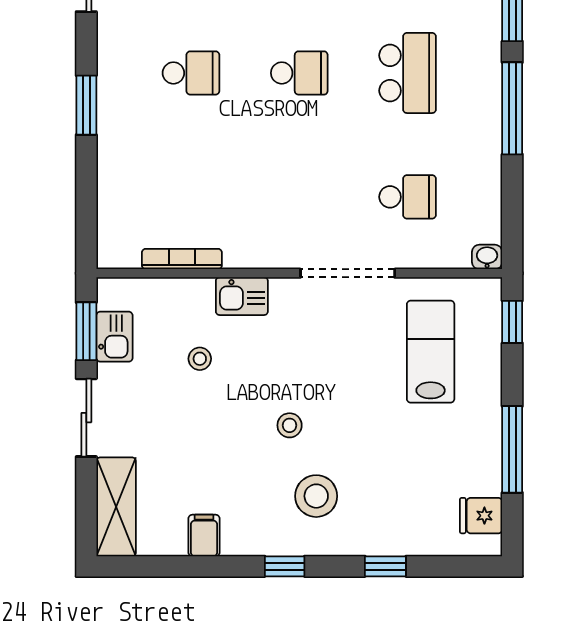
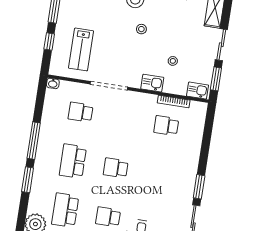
school desk: (191, 73) -> (166, 126), moved
window: (86, 105) -> (199, 187), moved
window: (512, 322) -> (49, 41), moved
kitchen sink: (114, 337) -> (198, 91), moved, turned 90

